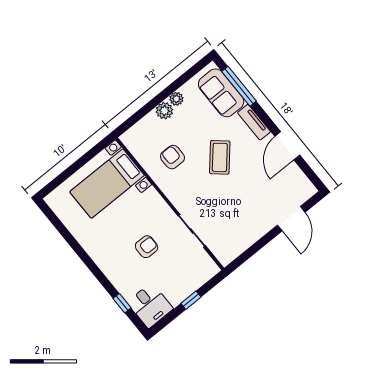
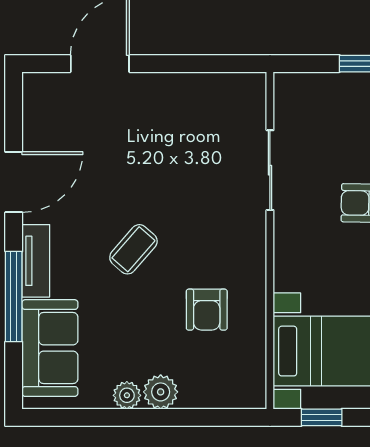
window: (239, 86) -> (14, 296), moved
window: (94, 151) -> (322, 417), added
coffee table: (220, 157) -> (133, 249), width x0.73, depth x0.77

